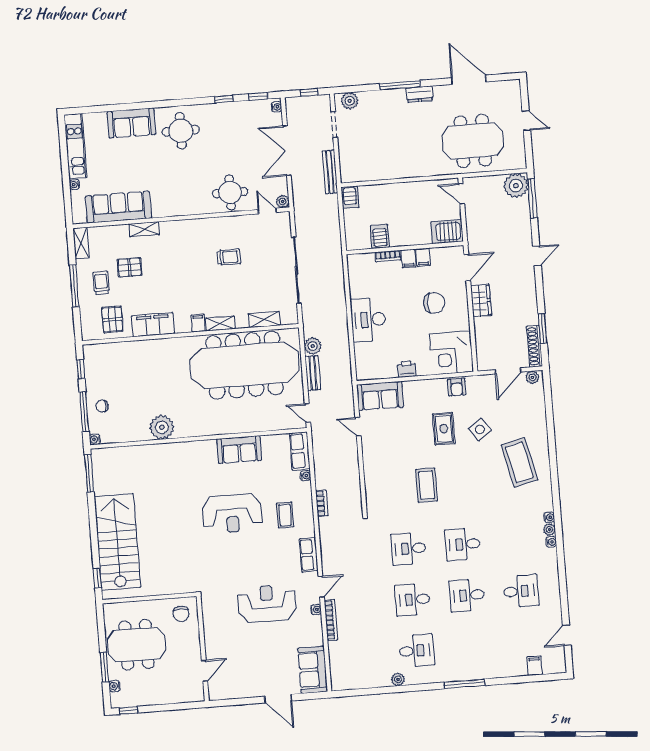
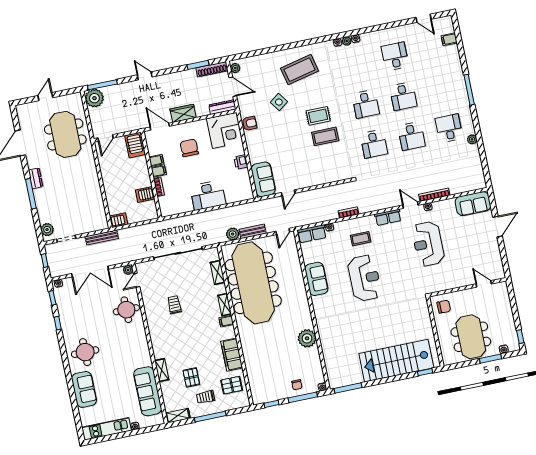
dresser: (483, 354) -> (222, 107), added
rug: (444, 429) -> (318, 116), moved

